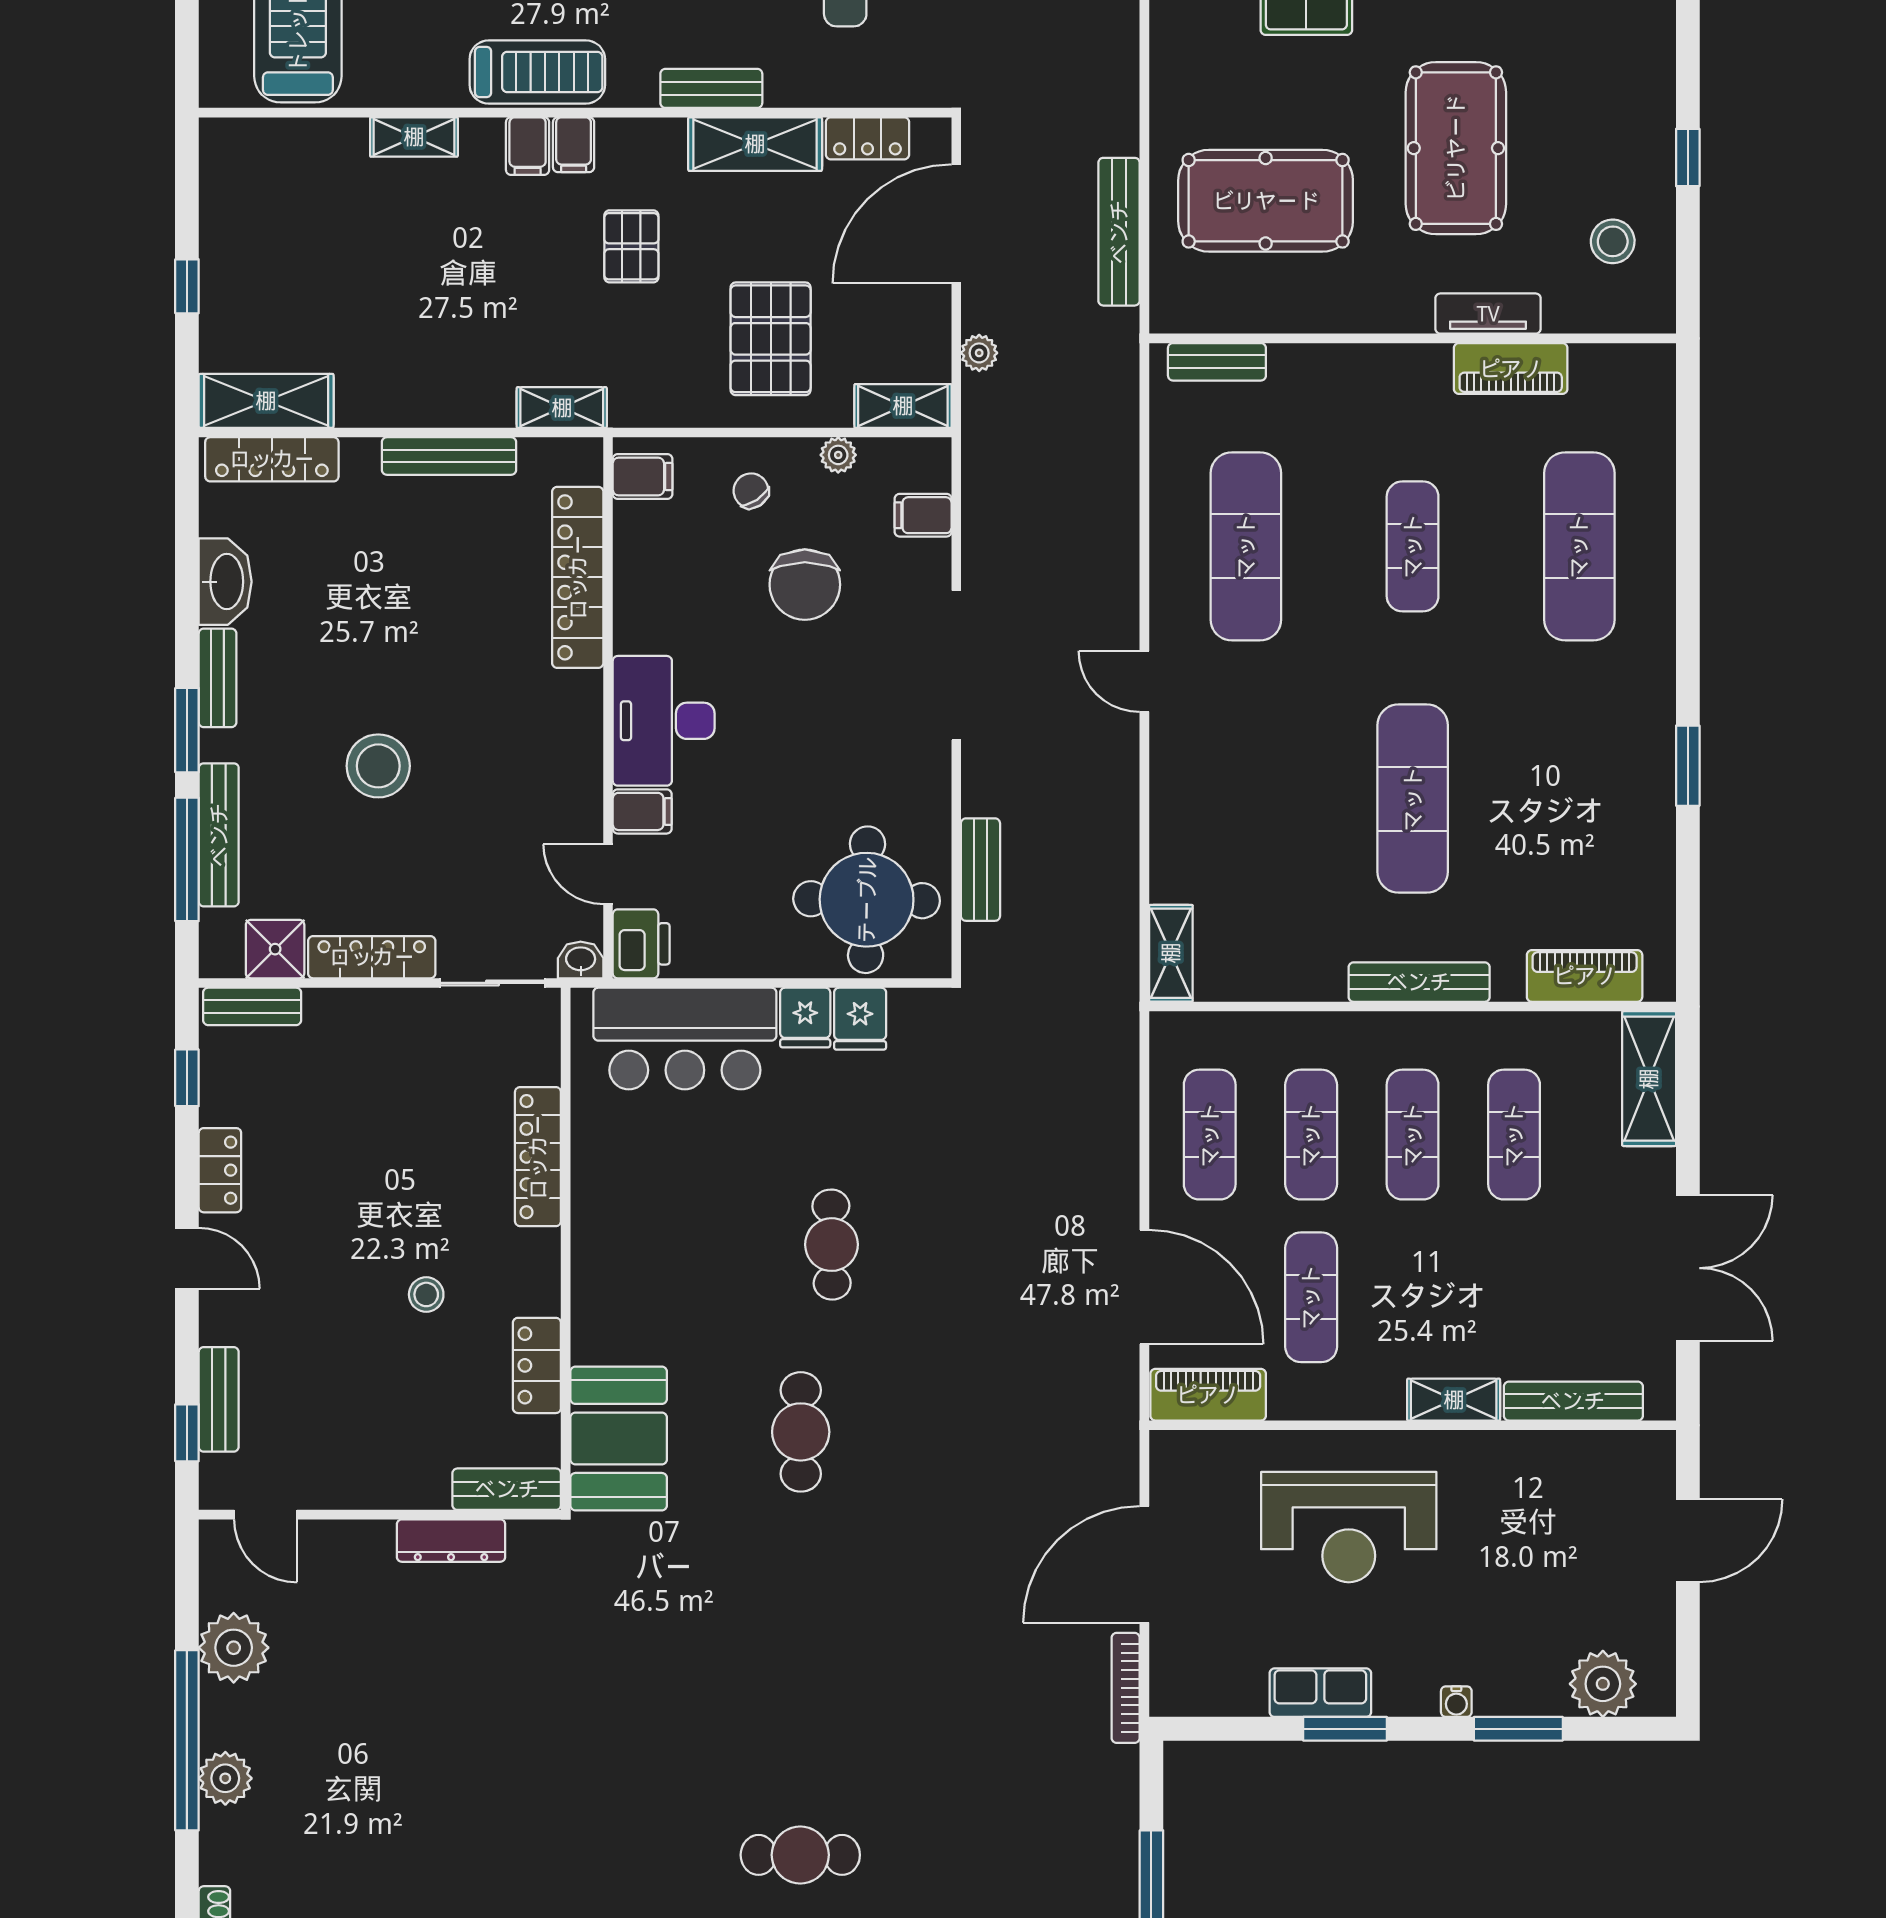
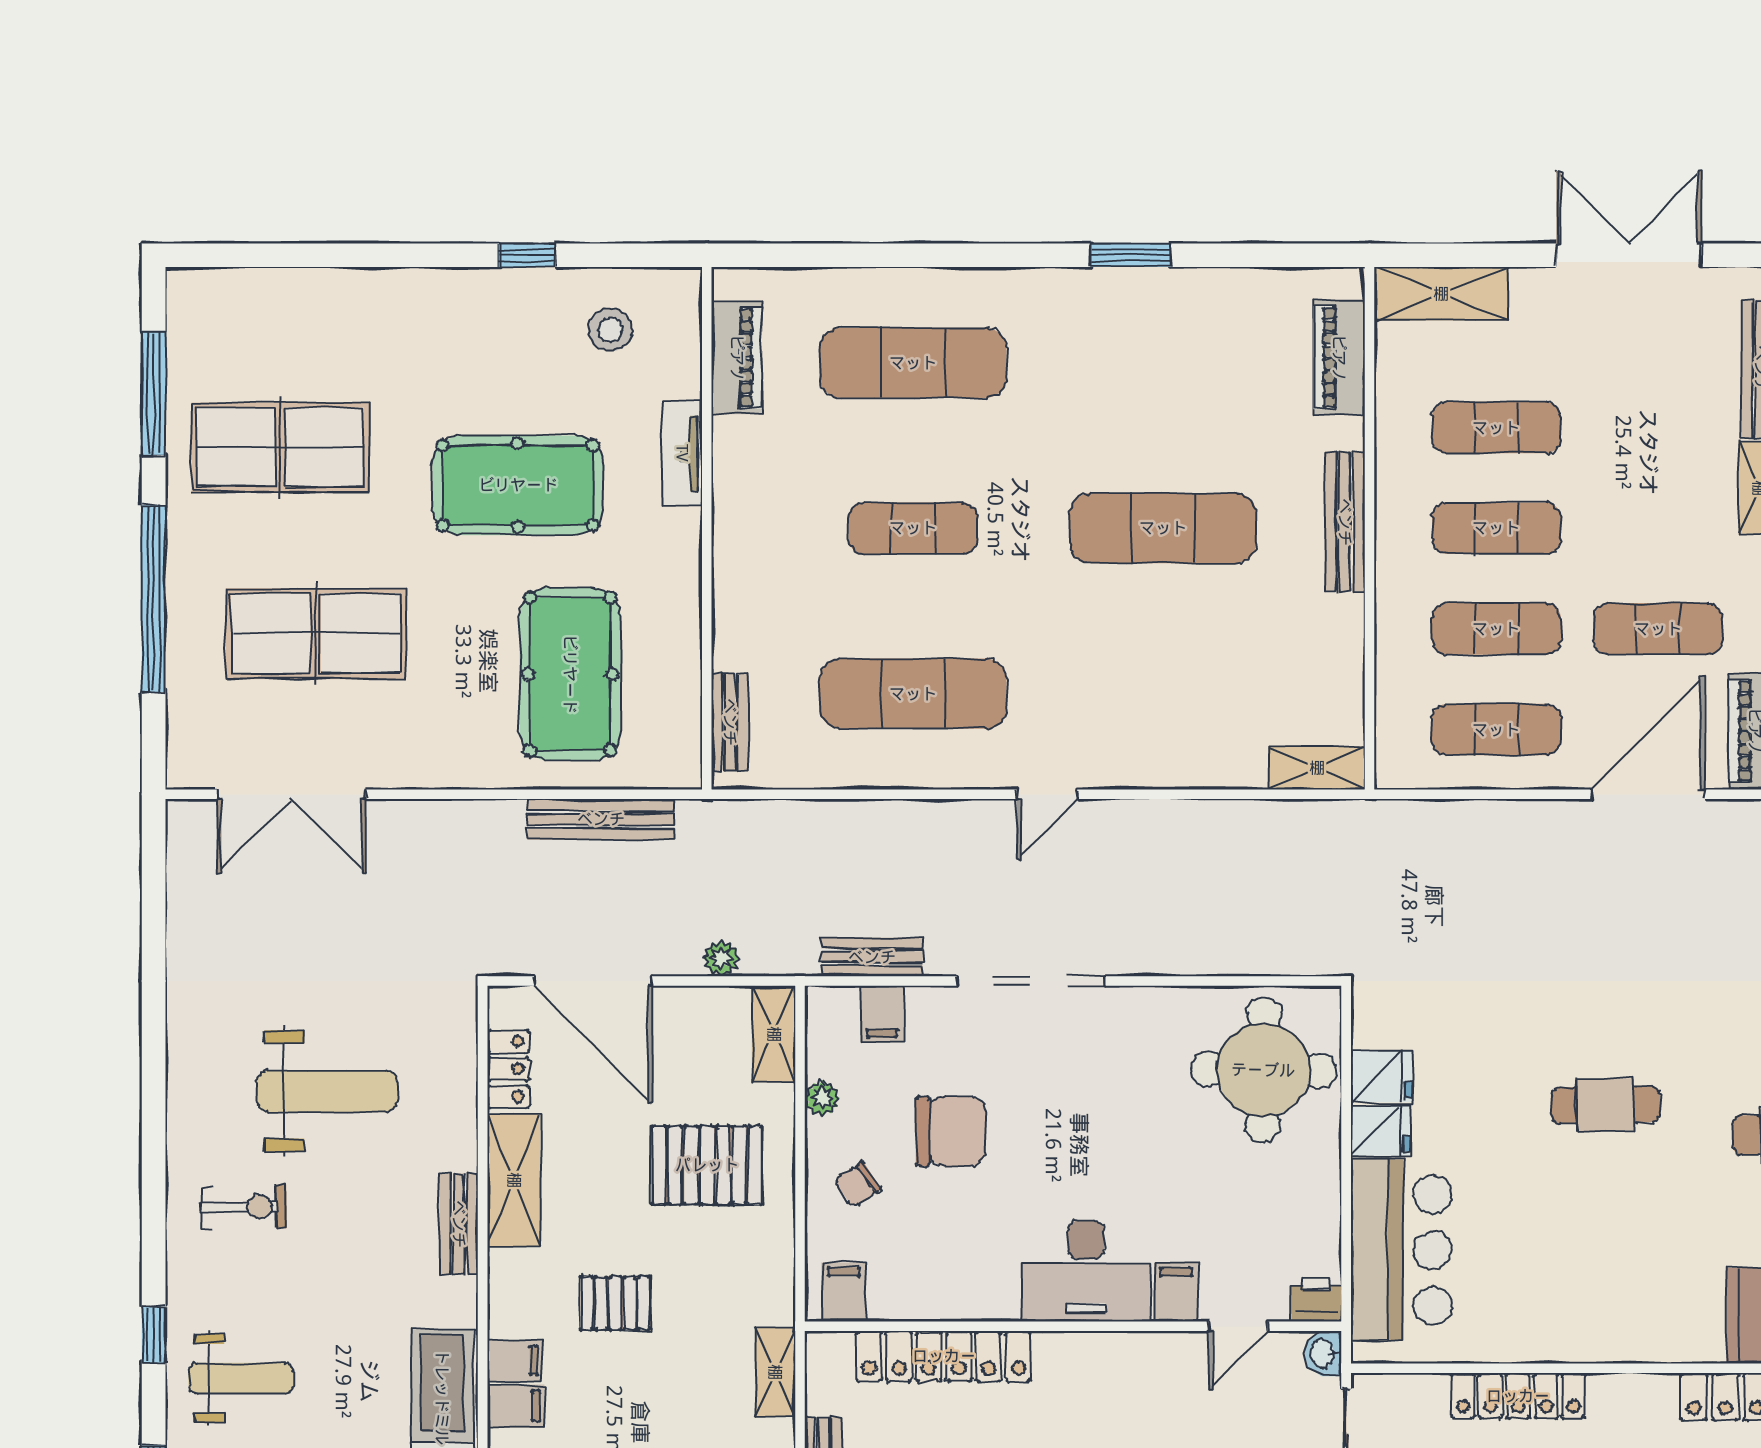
piano: (1511, 369) -> (737, 358), moved
bench: (980, 870) -> (872, 957), moved
printer: (641, 944) -> (1316, 1299), width x0.73, depth x0.81

